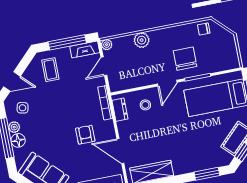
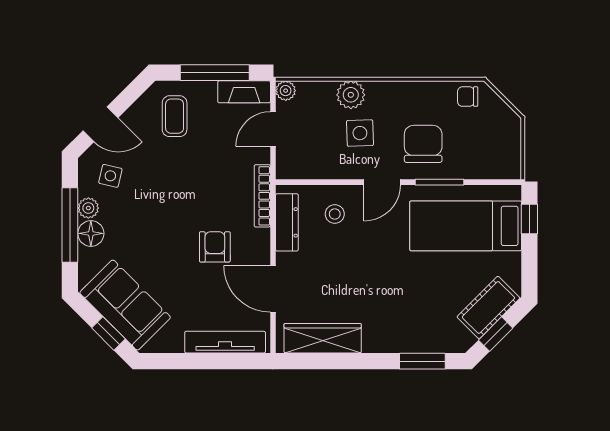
side table: (150, 59) -> (360, 133), added
dresser: (120, 110) -> (287, 222), width x1.44

